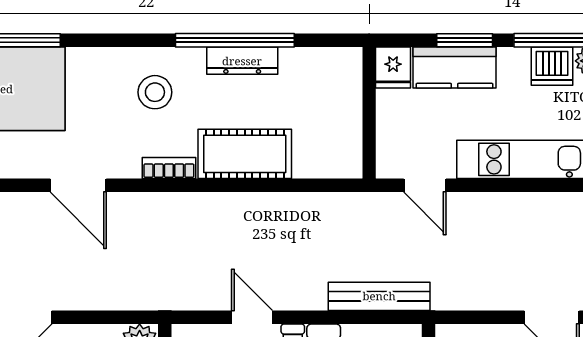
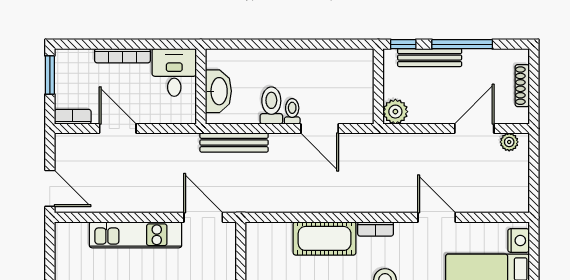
door: (425, 185) -> (203, 217), width x1.38
door: (252, 317) -> (320, 128), width x1.38

